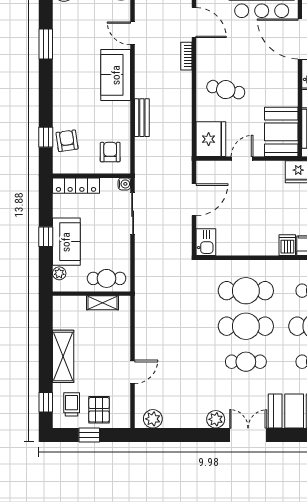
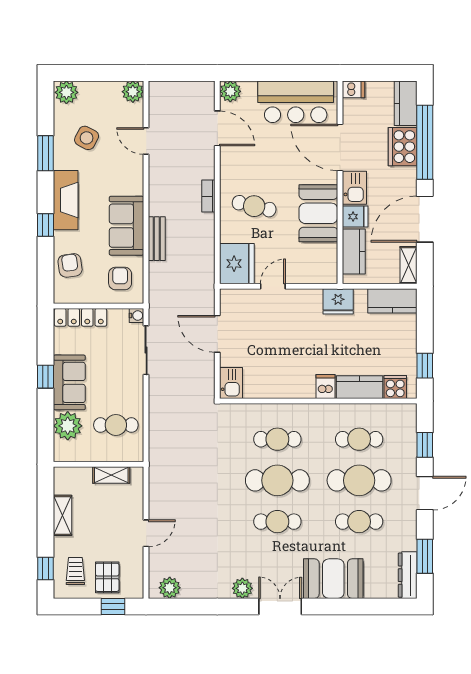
side table: (81, 31) -> (87, 138), added
bookcase: (186, 56) -> (208, 196), moved
sofa: (116, 75) -> (127, 226), moved
fireplace: (63, 84) -> (66, 200), added
booth: (281, 132) -> (318, 213), moved
window: (46, 137) -> (45, 225), moved
door: (194, 200) -> (217, 334), swing flipped
plant: (59, 273) -> (68, 426), width x1.87, depth x1.87
cafe table: (246, 291) -> (277, 439), width x0.73, depth x0.74
wall: (92, 294) -> (99, 464), moved
shelving: (103, 303) -> (111, 475), moved
shelving: (63, 356) -> (63, 515), width x0.67, depth x0.75
window: (89, 435) -> (113, 606), moved

